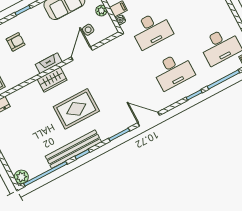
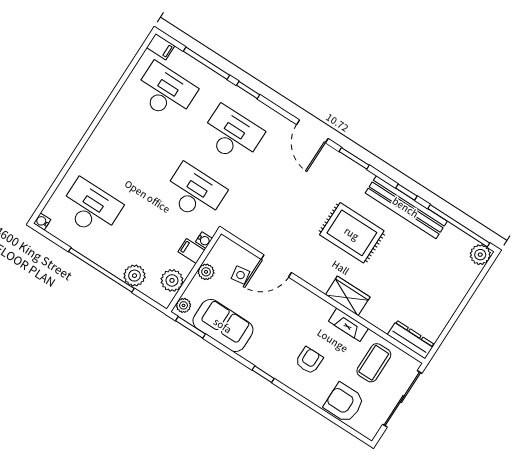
armchair: (16, 42) -> (309, 360), turned 90
fireplace: (49, 63) -> (348, 325), moved
wardrobe: (52, 80) -> (348, 296), moved

